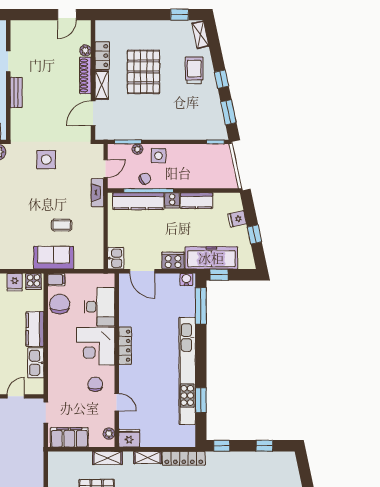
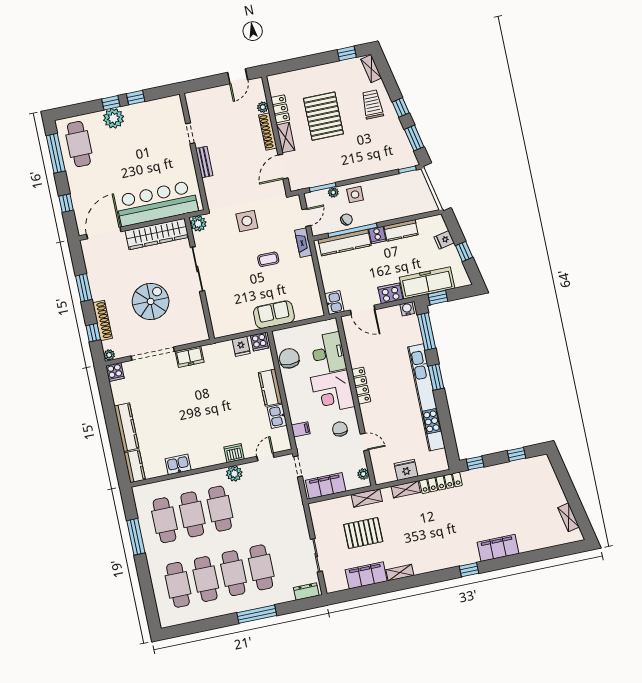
coffee table: (62, 225) -> (268, 259), moved
filing cabinet: (56, 280) -> (301, 429), moved
kitchen sink: (36, 363) -> (277, 416), width x0.73
window: (201, 400) -> (436, 377), moved
fridge: (129, 438) -> (406, 470), moved

